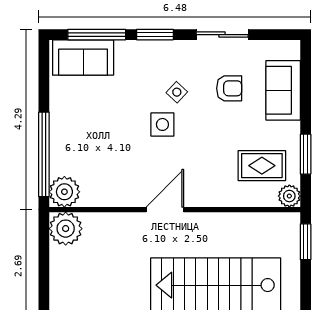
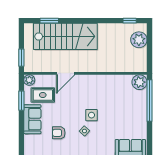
sofa: (283, 90) -> (32, 119), moved
door: (165, 210) -> (66, 73), moved
plant: (66, 229) -> (139, 40), moved

